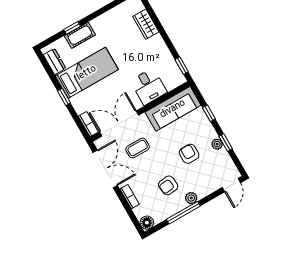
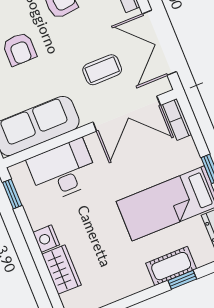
nightstand: (158, 42) -> (46, 239), added
desk: (149, 87) -> (63, 171), width x1.37

